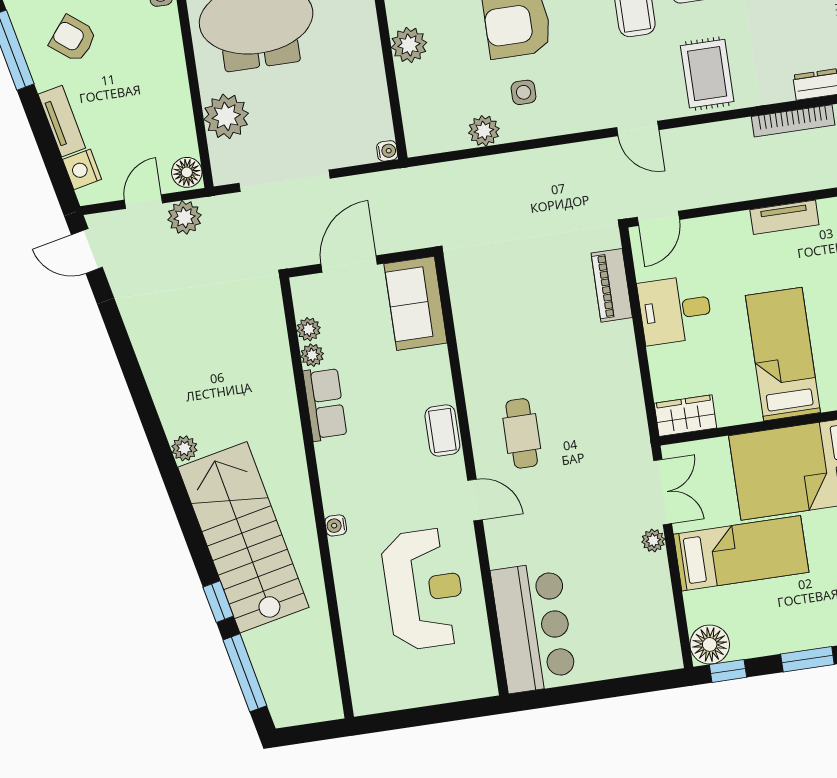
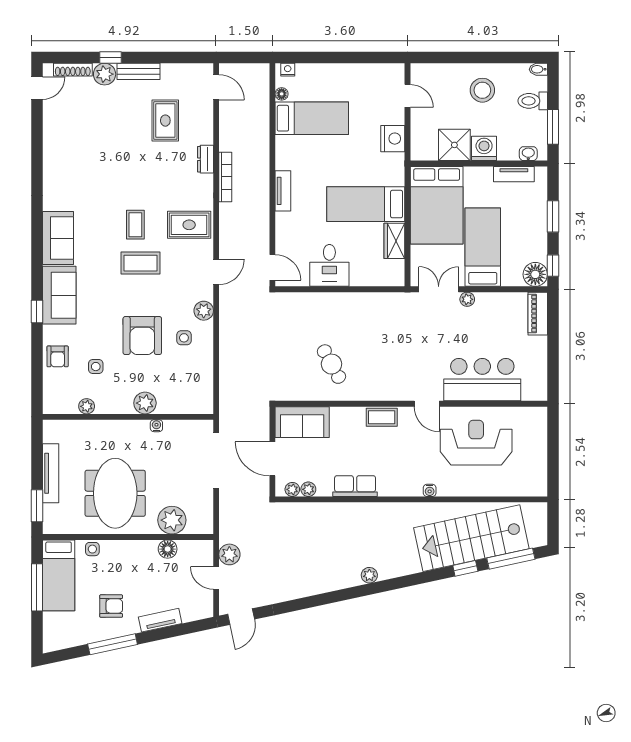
armchair: (73, 39) -> (111, 606), turned -128
plant: (484, 131) -> (204, 311), moved
water cooler: (387, 151) -> (156, 426), moved
nightstand: (82, 169) -> (191, 612), removed
floor lamp: (187, 172) -> (168, 549), moved
doorway: (284, 181) -> (216, 460), moved
piano: (612, 285) -> (538, 314), moved, turned 90
plant: (312, 355) -> (292, 489), moved
wardrobe: (685, 416) -> (394, 241), moved
cafe table: (522, 433) -> (331, 364), moved, turned 61
door: (475, 500) -> (427, 404), swing flipped
stairs: (243, 537) -> (471, 538), moved
bar counter: (534, 627) -> (482, 380), moved

